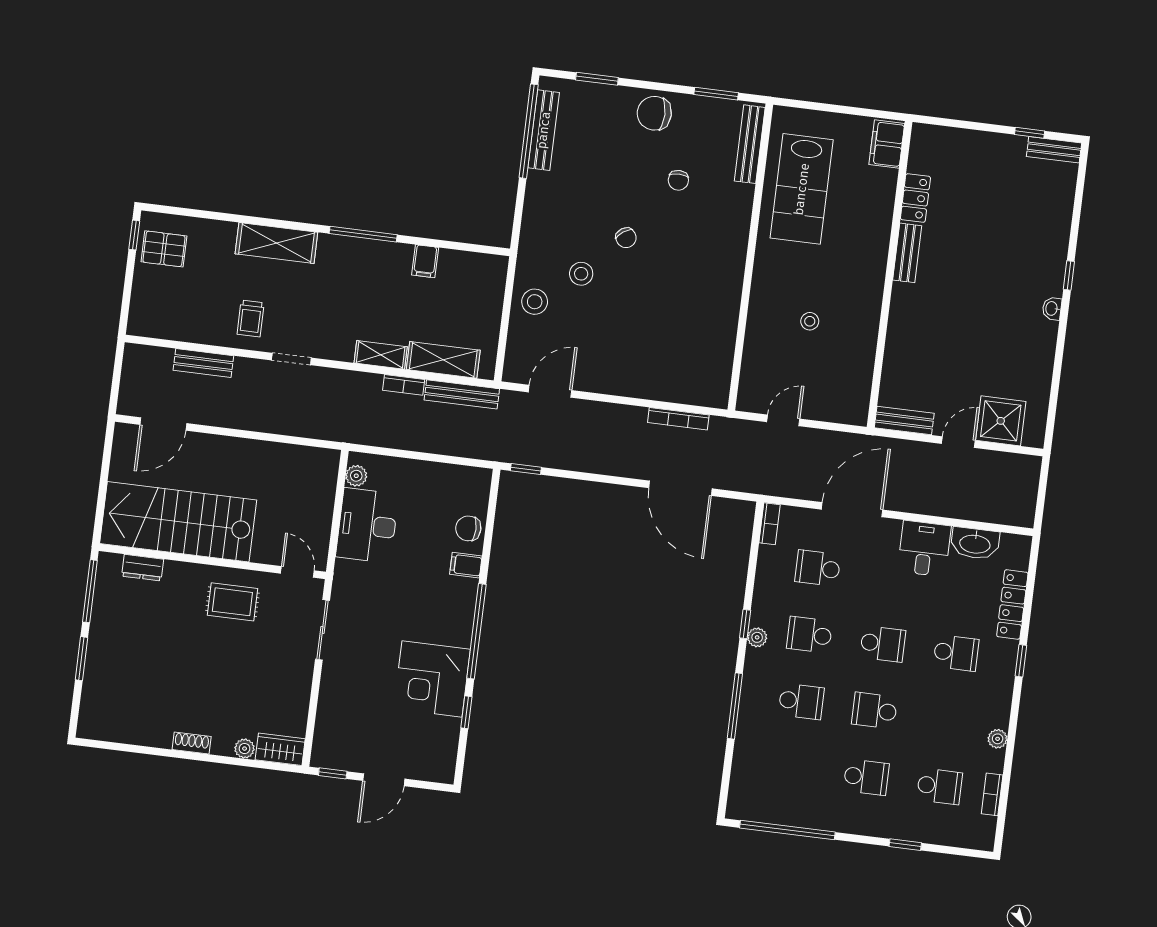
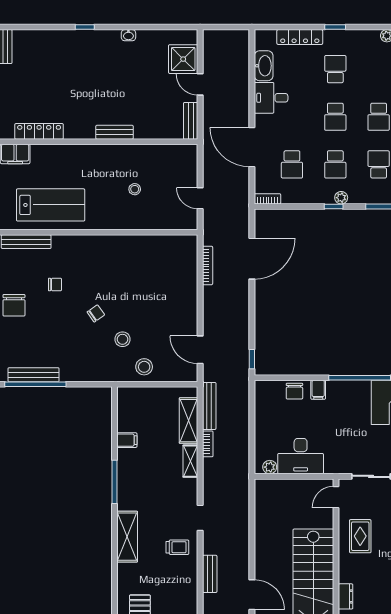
locker: (915, 198) -> (39, 131), width x1.53
bench: (907, 253) -> (114, 132), moved
washbasin: (1052, 309) -> (128, 35), moved
school desk: (883, 644) -> (335, 117), turned 180

